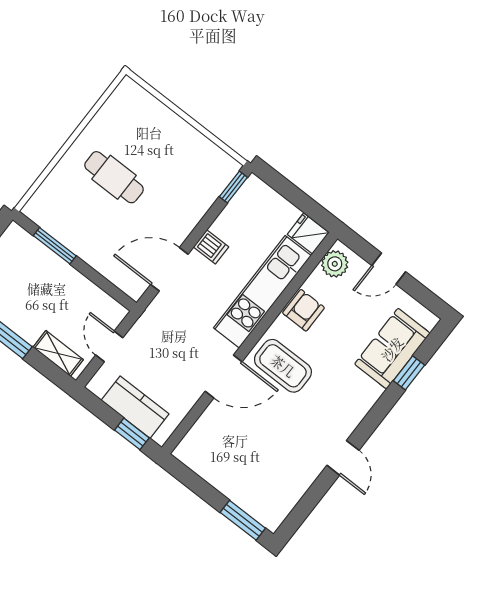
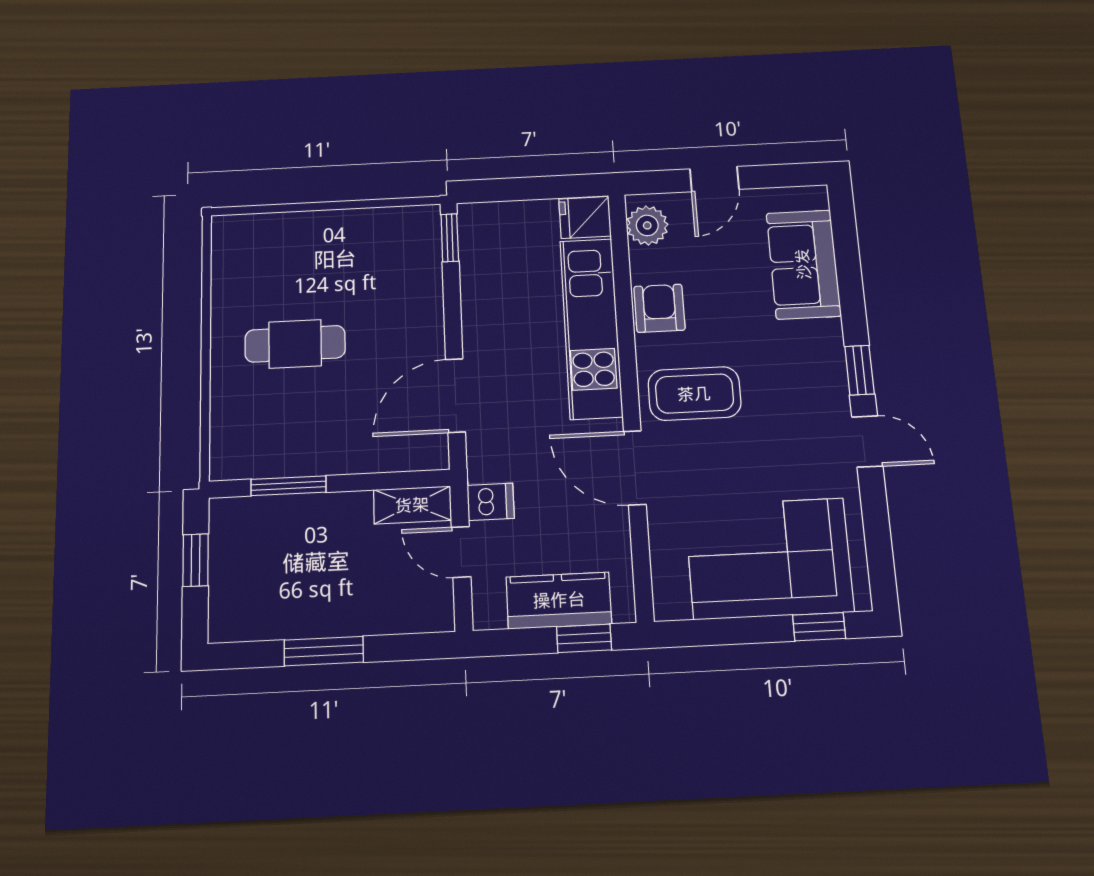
dishwasher: (211, 247) -> (491, 502), moved
shelving: (58, 353) -> (412, 505), moved
window: (409, 373) -> (860, 370), moved
door: (224, 377) -> (635, 468), swing flipped
corner sofa: (248, 471) -> (769, 559), added
window: (243, 520) -> (819, 627), width x0.67

